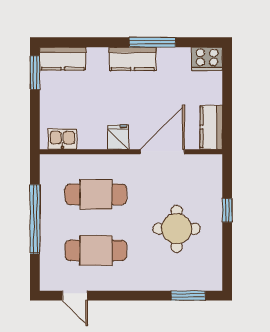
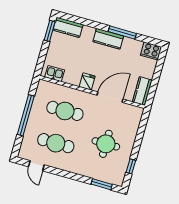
window: (227, 210) -> (131, 166), moved

